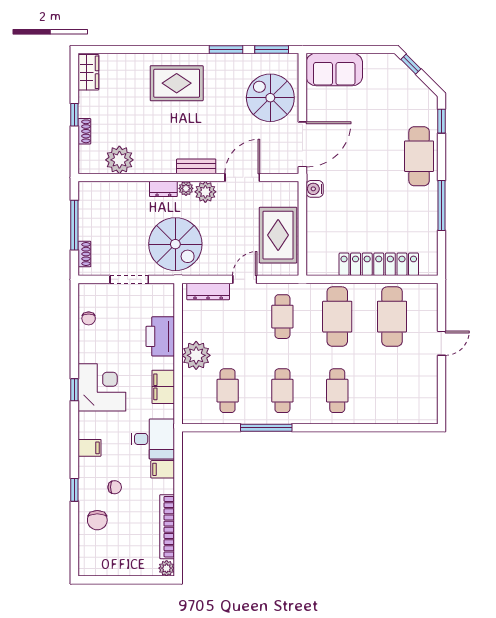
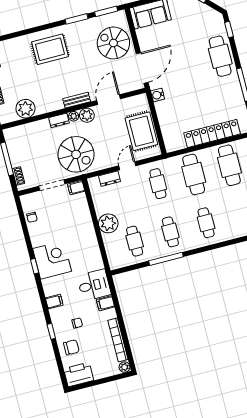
dresser: (208, 291) -> (110, 179), width x0.70
printer: (160, 336) -> (79, 375), moved, turned 90
filing cabinet: (163, 387) -> (76, 188), moved, width x0.50
chair: (97, 520) -> (71, 347), turned -90

